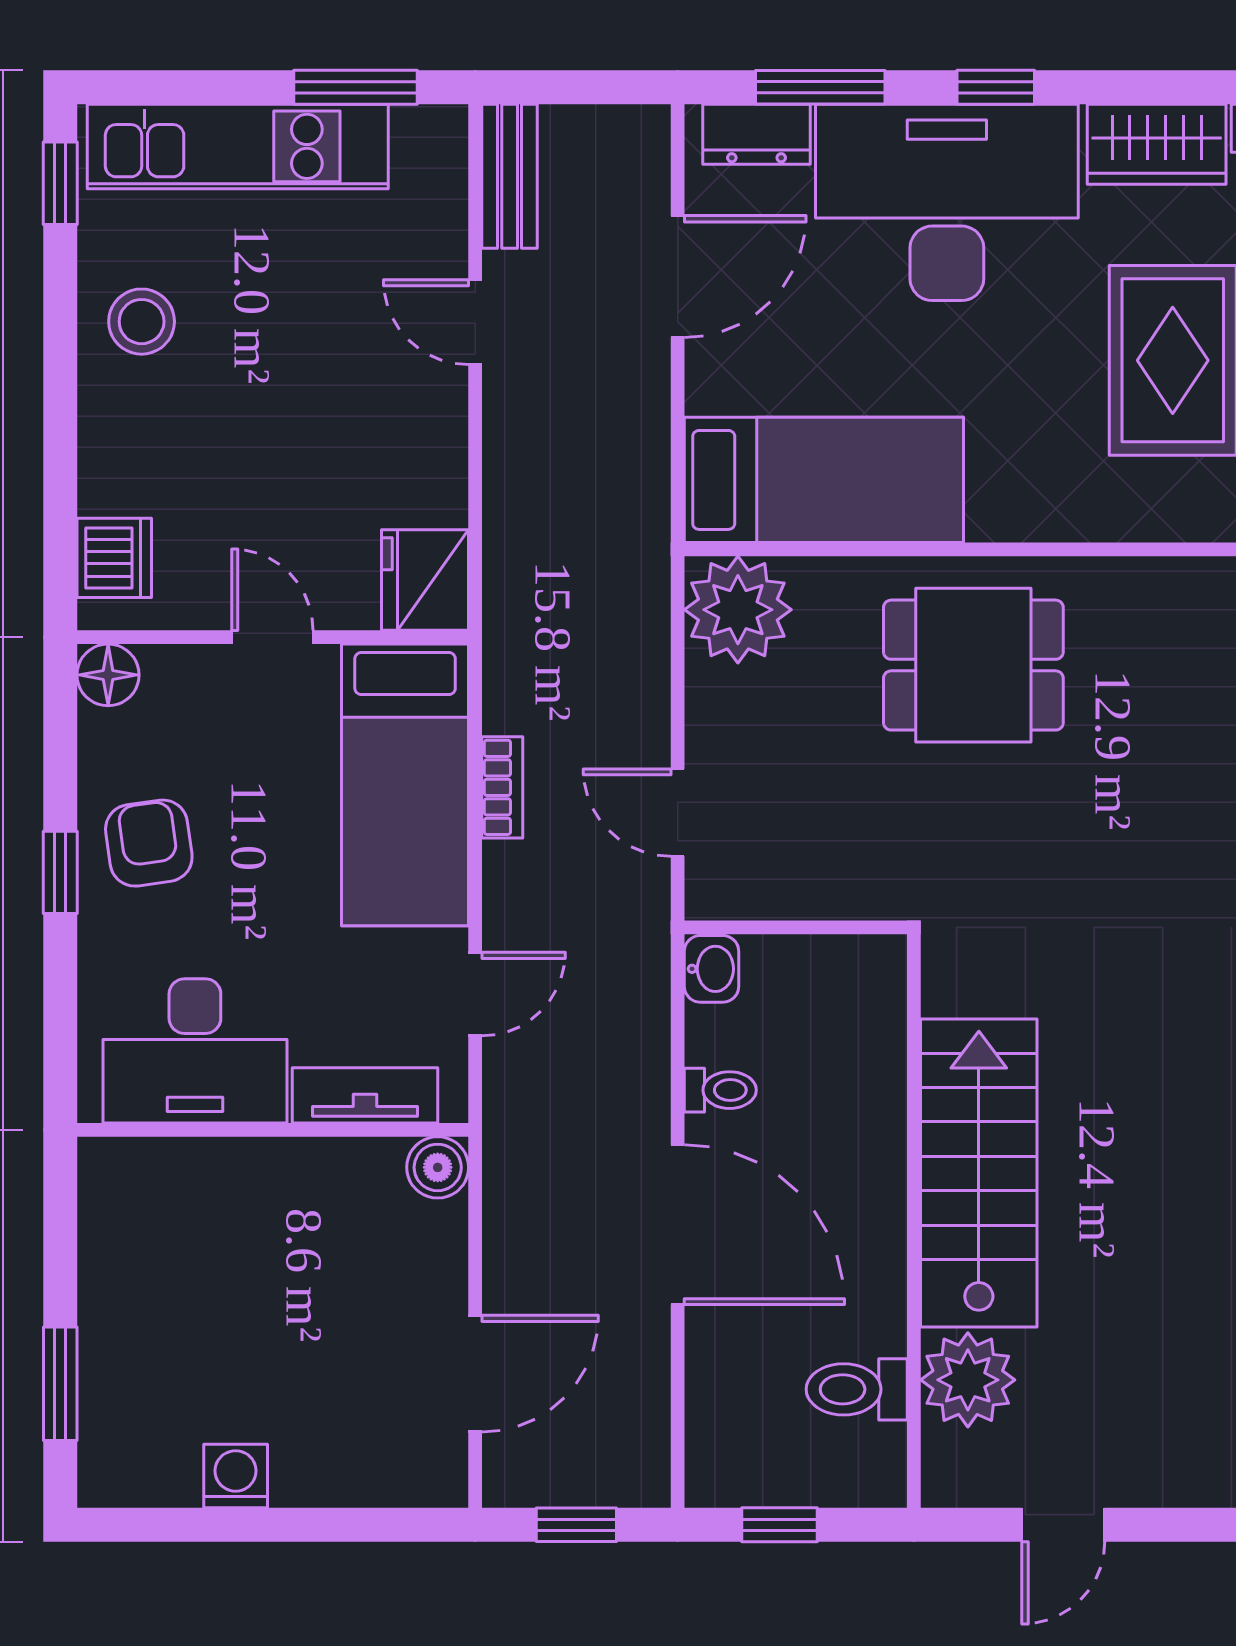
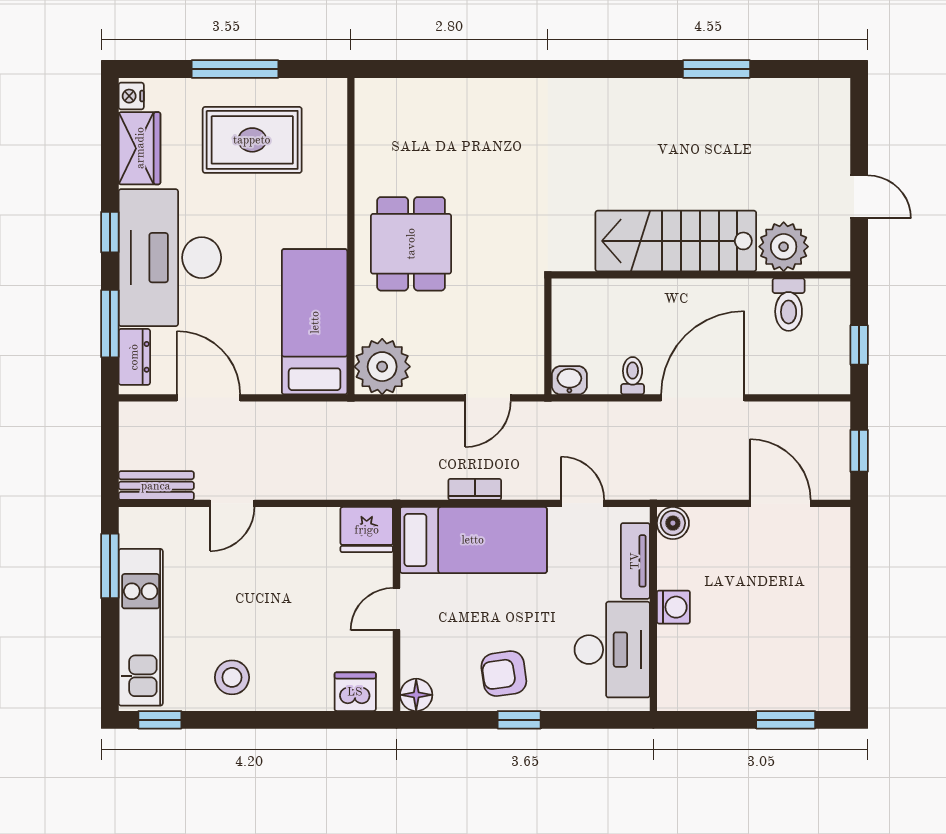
washing machine: (236, 1476) -> (673, 607), moved, turned 180

